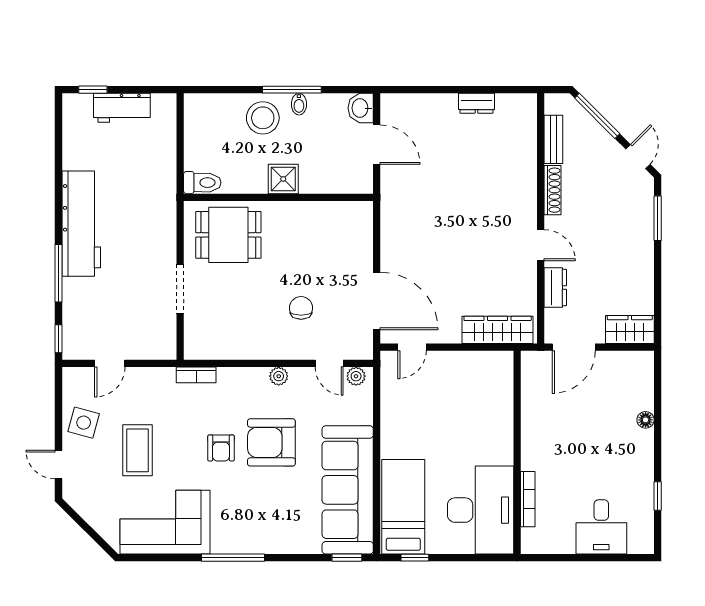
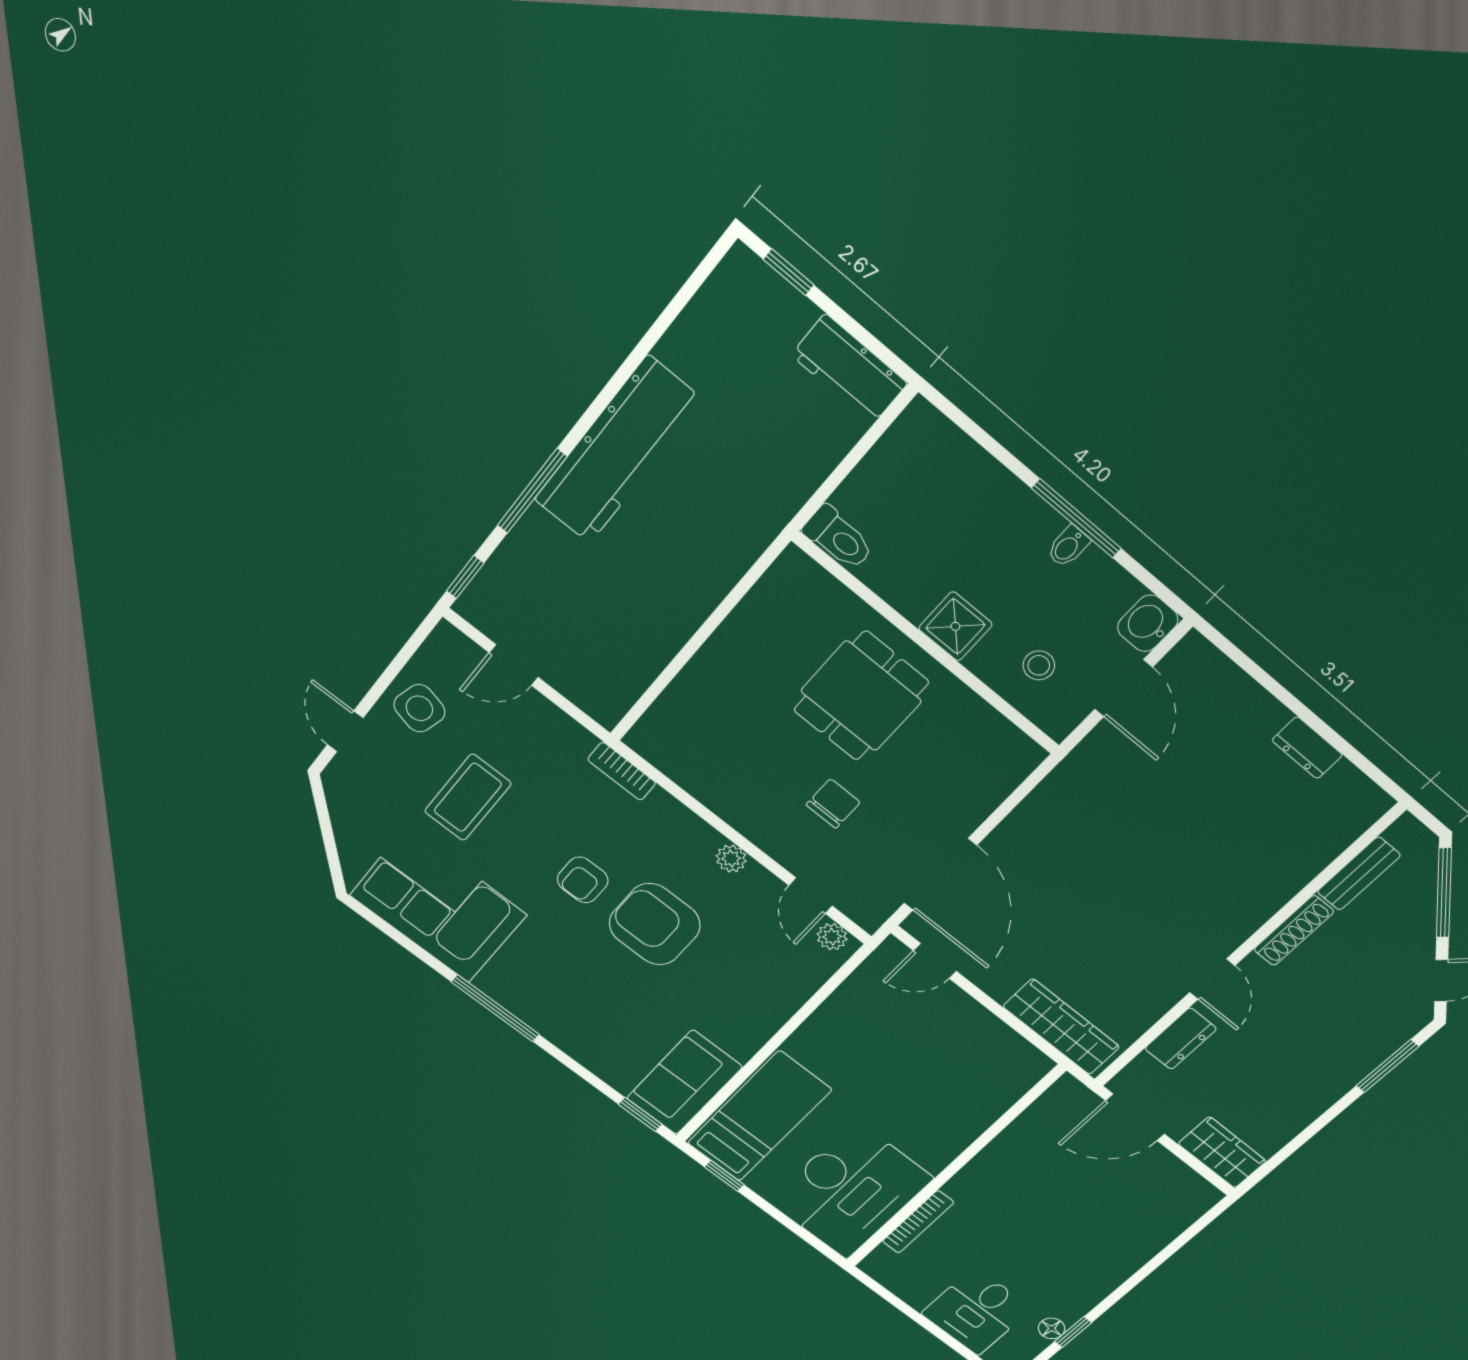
workbench: (122, 108) -> (849, 369), moved
stool: (263, 118) -> (1039, 665), moved, width x0.53, depth x0.53
dining table: (228, 235) -> (861, 696), moved, turned 90
doorway: (180, 289) -> (689, 650), removed
floor lamp: (646, 420) -> (1052, 1328), moved
sofa: (348, 490) -> (684, 1083), width x0.54, depth x0.79

